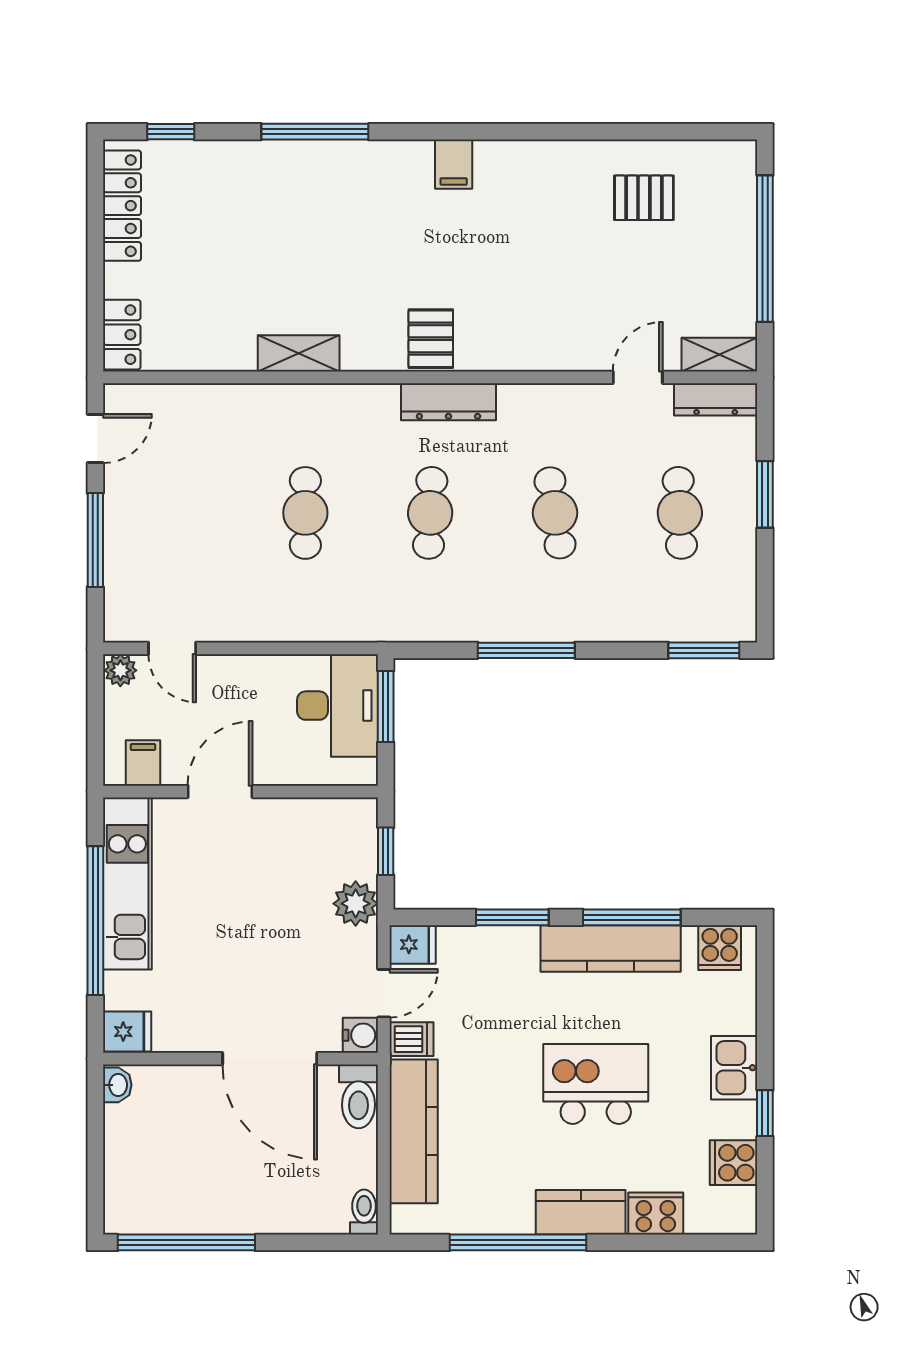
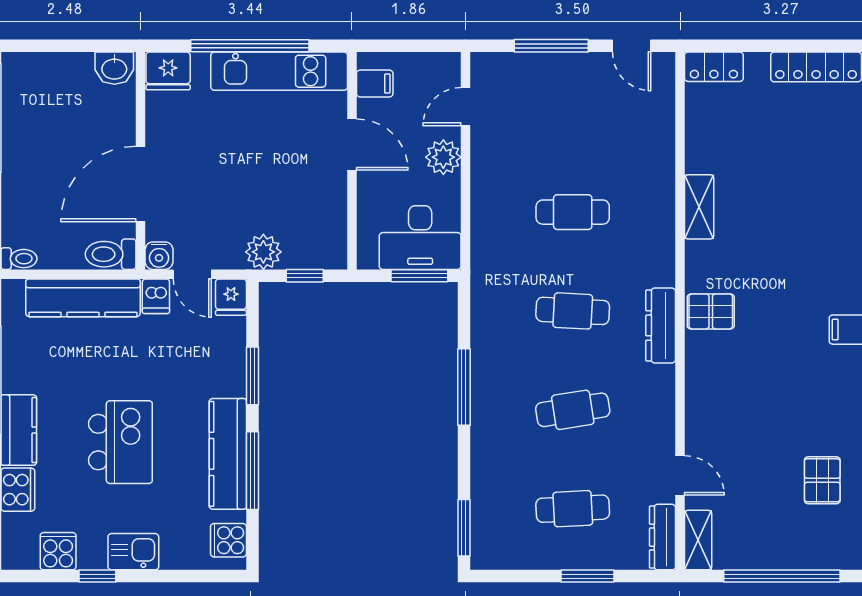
plant: (120, 670) -> (443, 157), moved, width x1.38, depth x1.38
fridge: (127, 1032) -> (168, 71), width x1.38
washbasin: (117, 1085) -> (114, 68), width x1.38, depth x1.45

